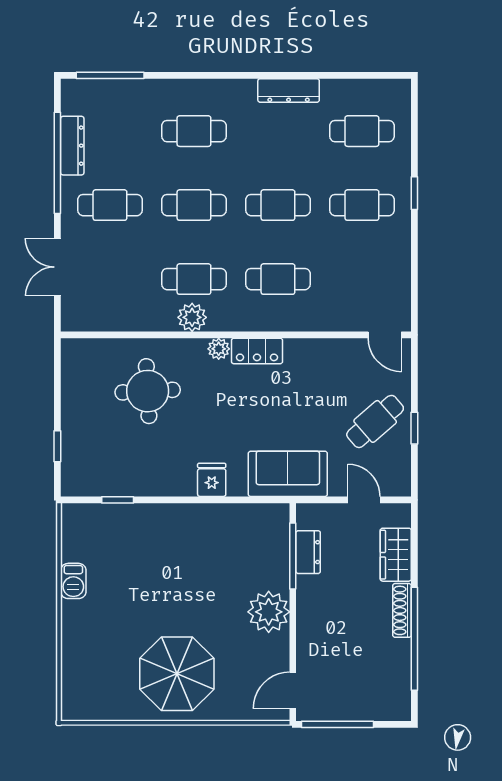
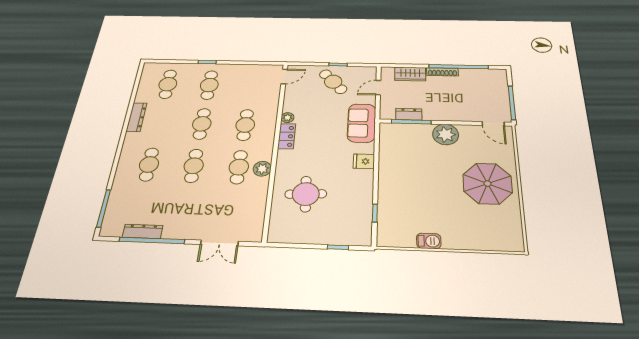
cafe table: (110, 205) -> (185, 211), removed
plant: (219, 349) -> (287, 118), moved

